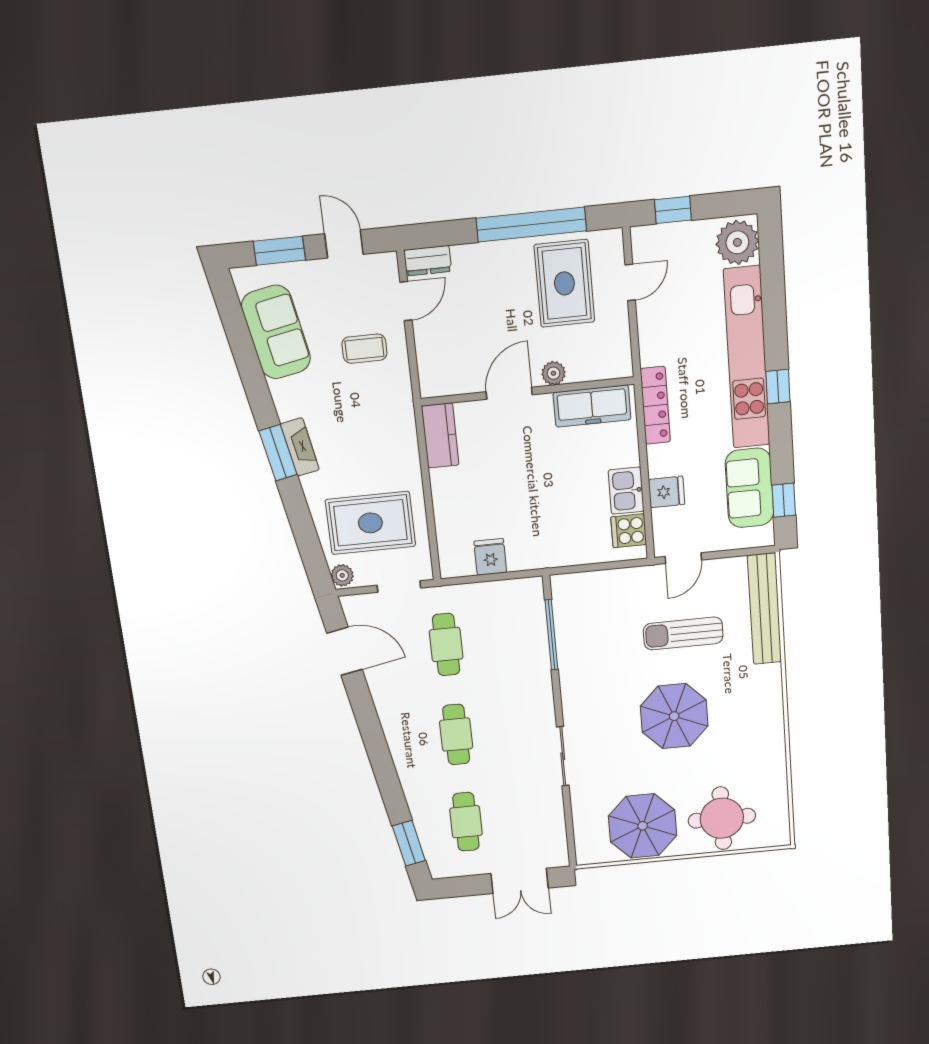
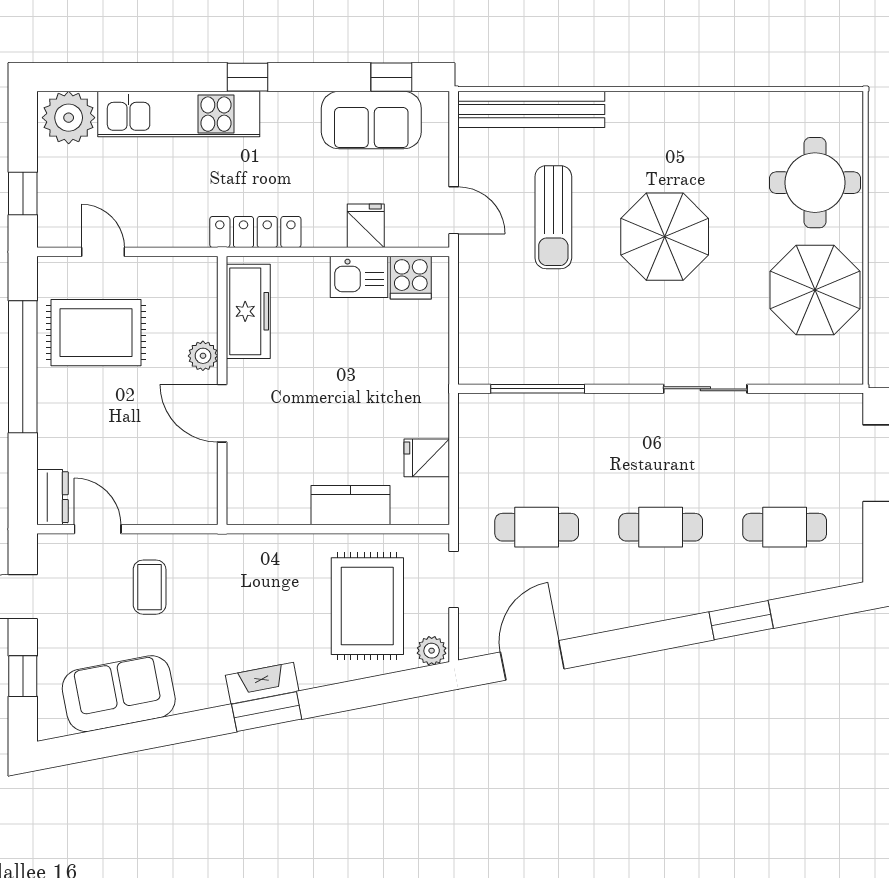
window: (279, 251) -> (23, 676), width x0.67
kitchen unit: (747, 358) -> (179, 114), width x0.73
kitchen counter: (440, 435) -> (350, 505), moved
window: (409, 843) -> (741, 620), moved

